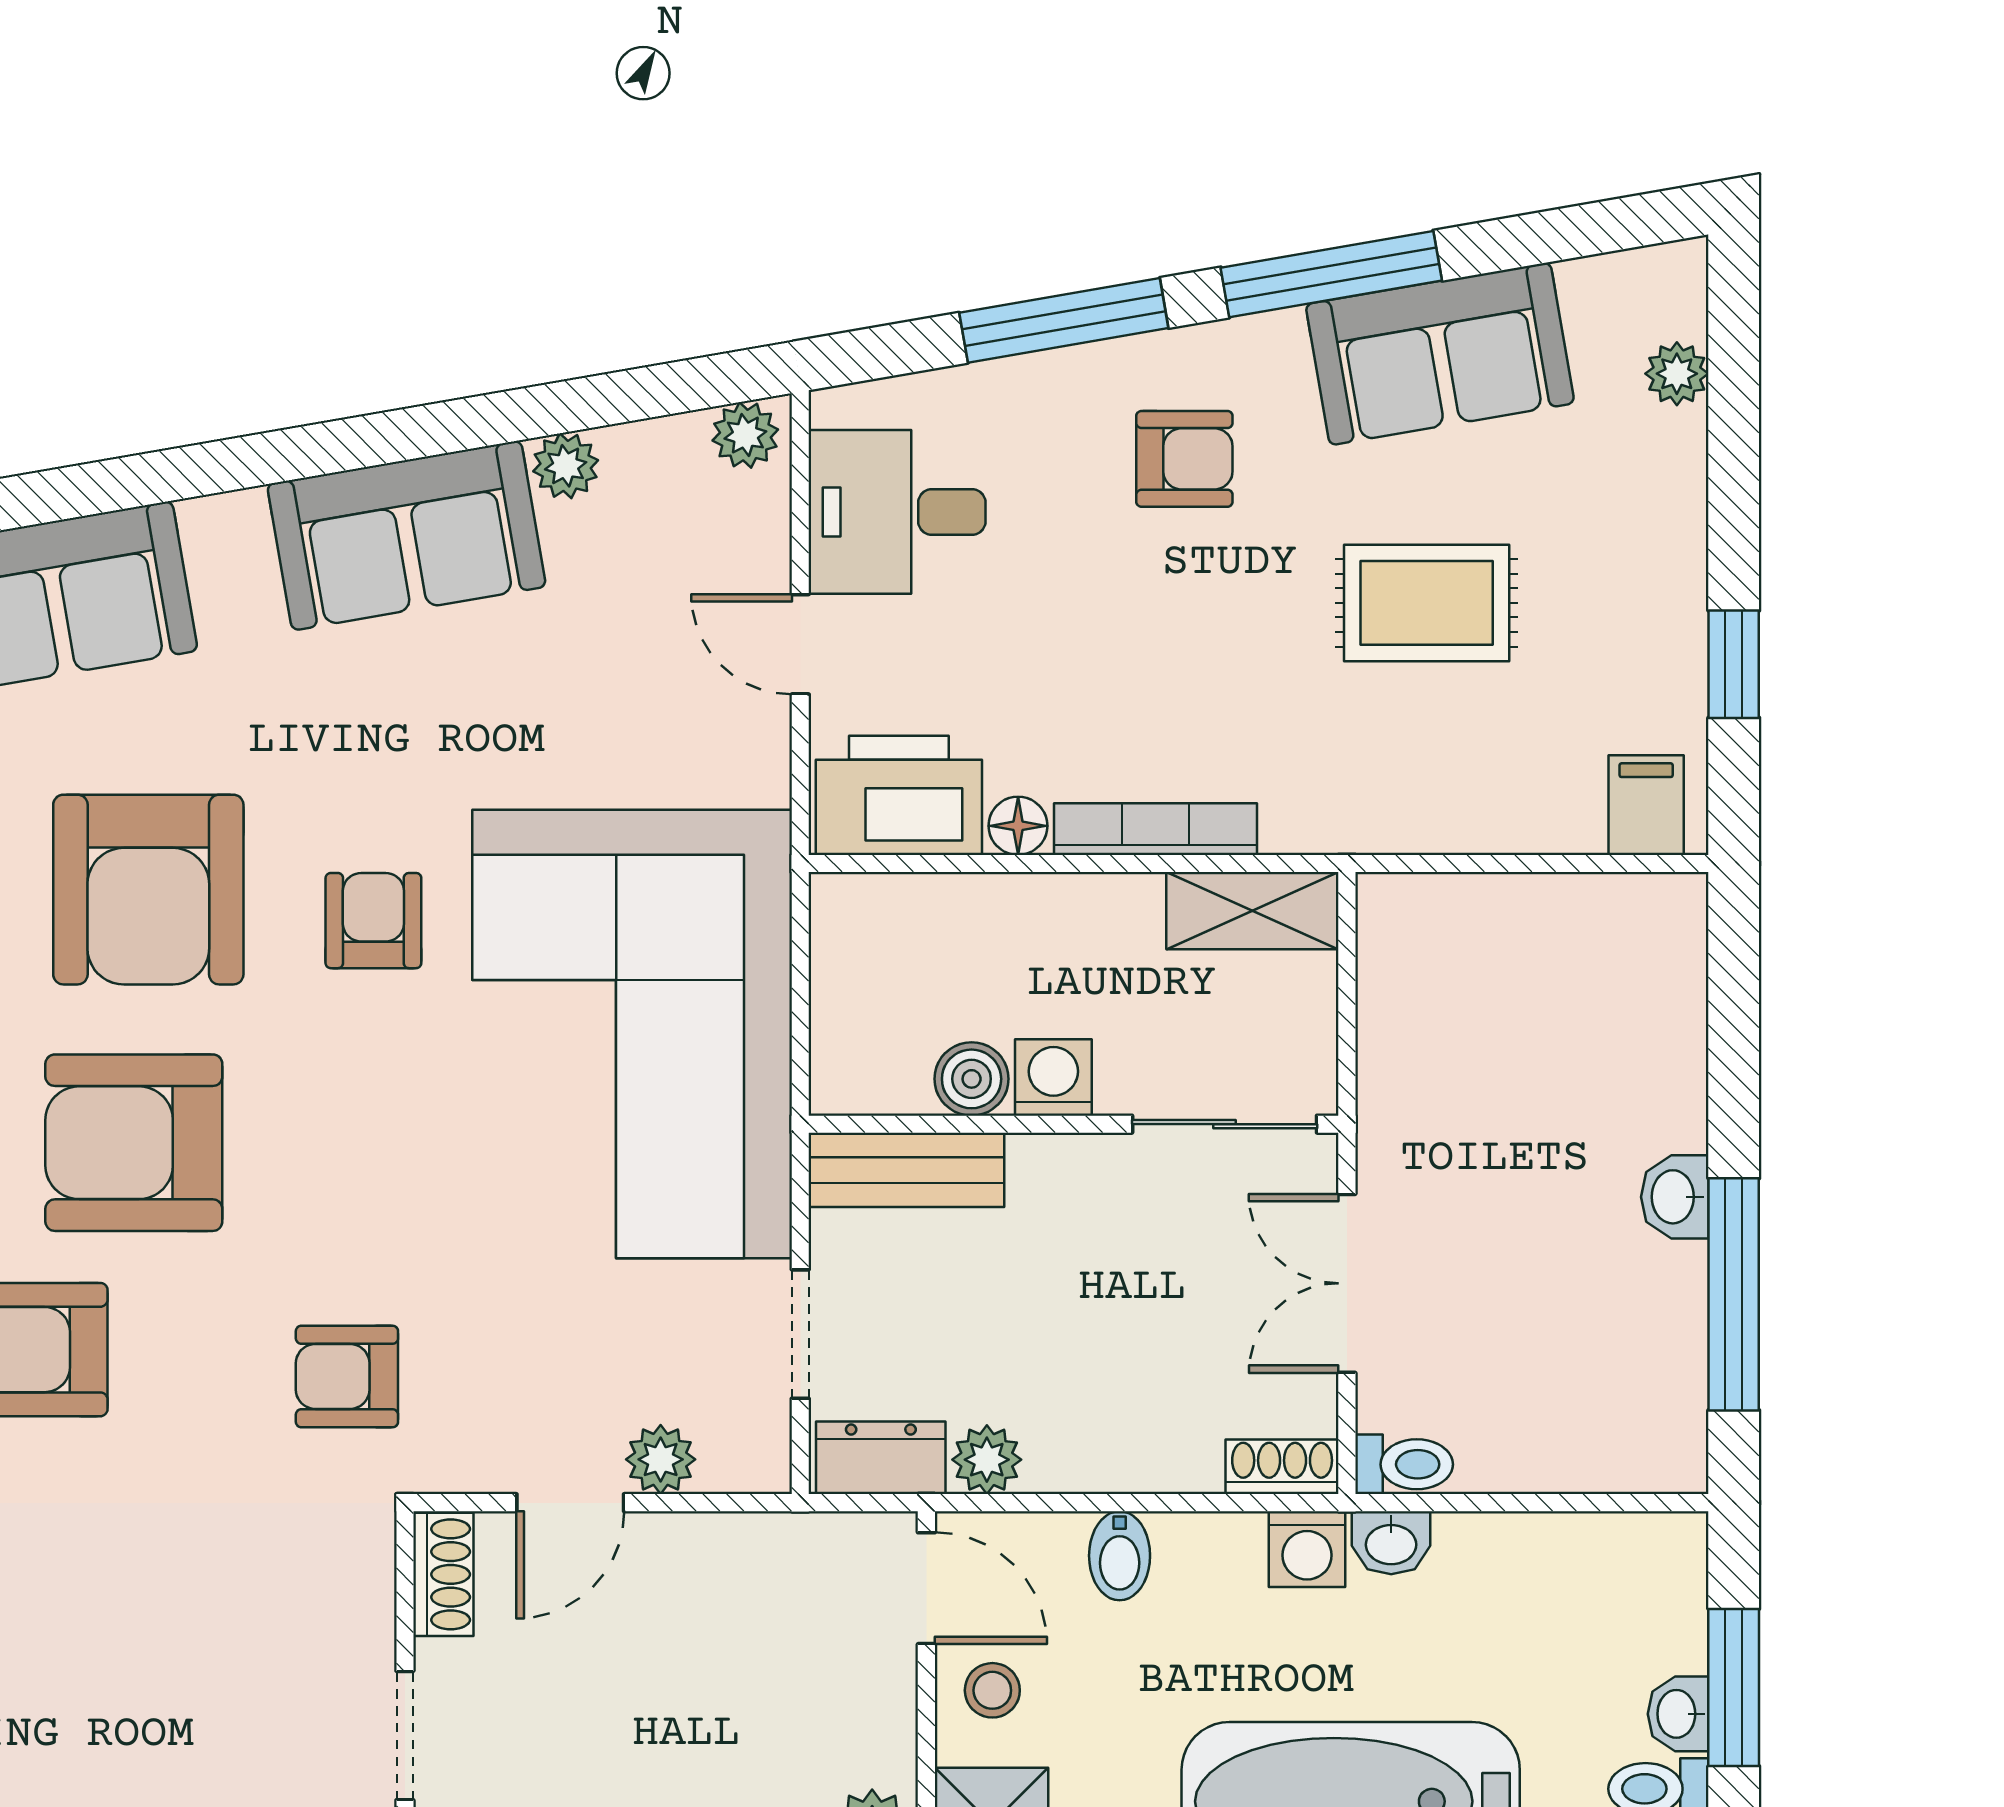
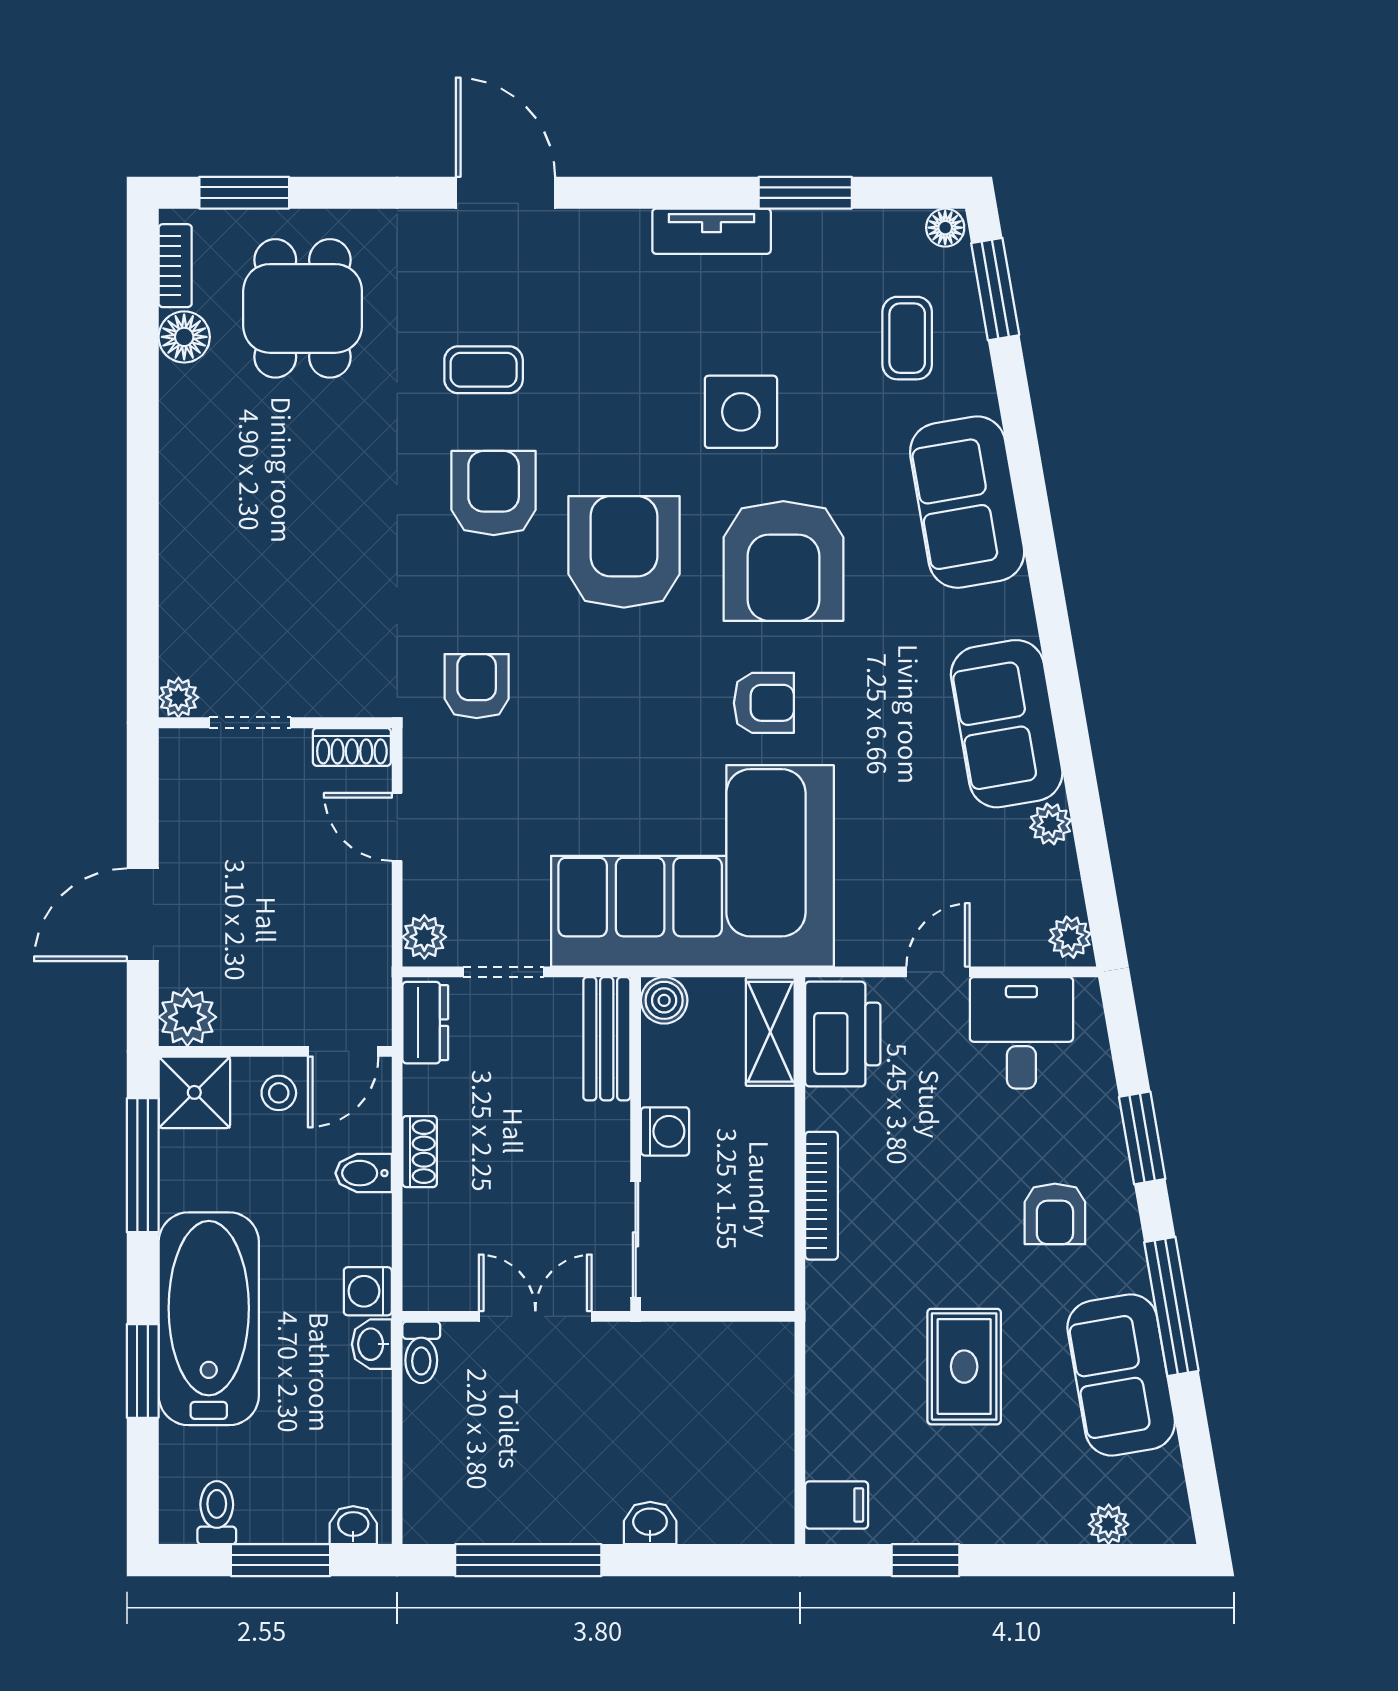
window: (1064, 320) -> (1142, 1138), width x0.69
floor lamp: (1018, 826) -> (824, 1109), removed
armchair: (148, 890) -> (783, 561), turned -90
shelving: (1252, 911) -> (770, 1032), moved
boiler: (972, 1079) -> (664, 1000), moved
washbasin: (1675, 1197) -> (650, 1523), moved
plant: (661, 1459) -> (424, 937), moved
plant: (987, 1460) -> (424, 1089), removed
shoe rack: (1282, 1467) -> (420, 1152), moved
washbasin: (1678, 1714) -> (353, 1525), moved

